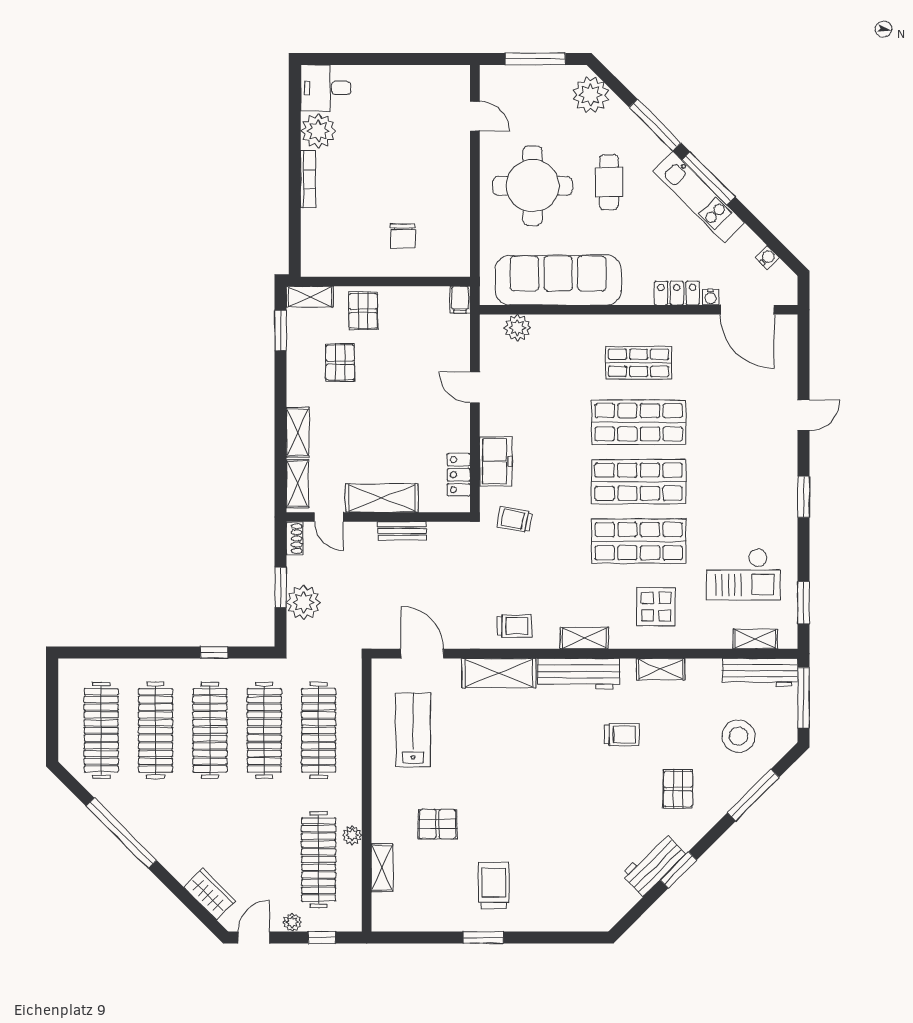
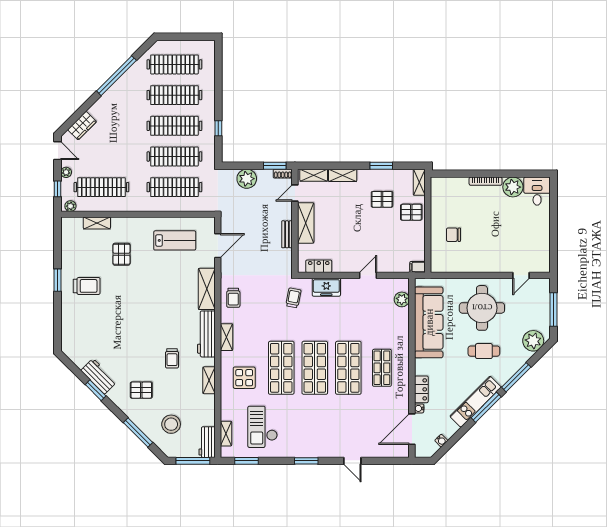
window: (281, 330) -> (381, 166), moved
window: (281, 587) -> (275, 166), moved
workbench: (760, 673) -> (207, 442), width x0.73
plant: (352, 835) -> (70, 206), moved

